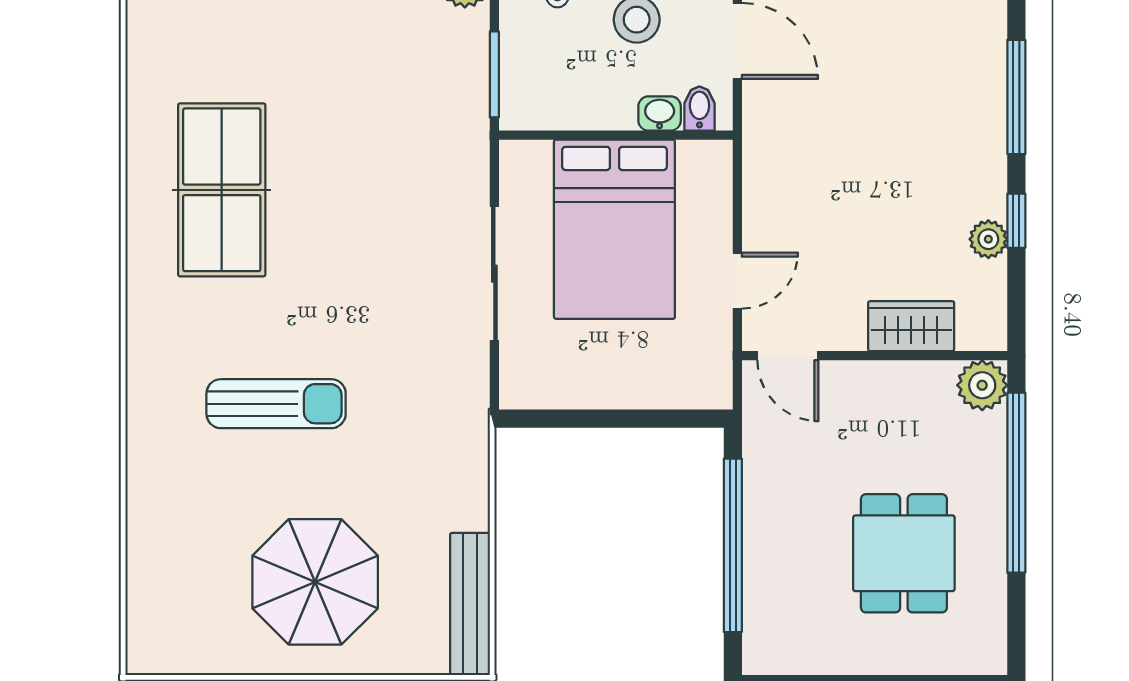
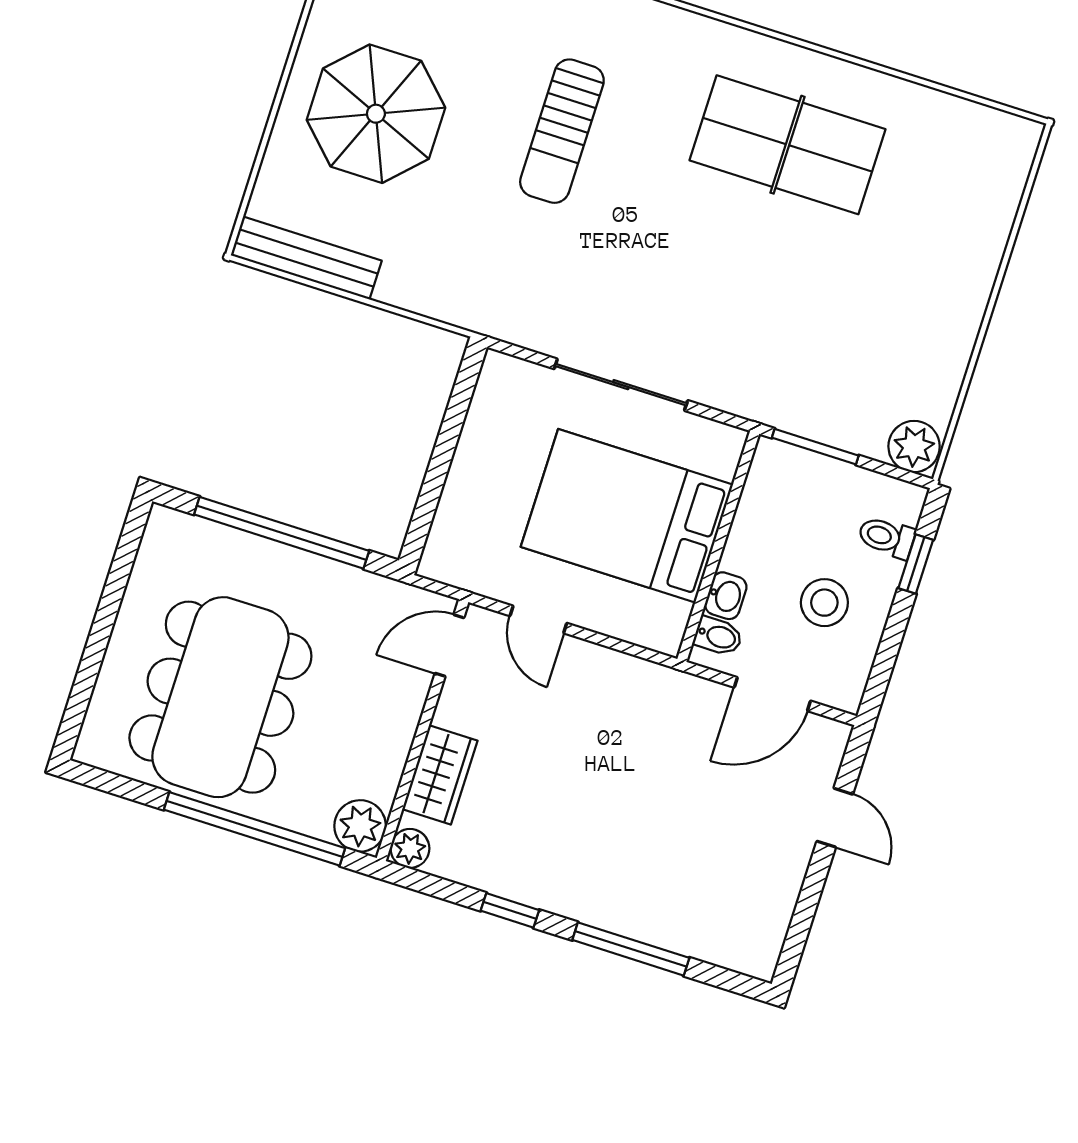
plant: (988, 239) -> (410, 848), moved
dining table: (904, 553) -> (220, 697), width x1.88, depth x1.24

